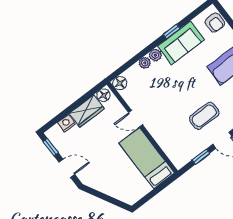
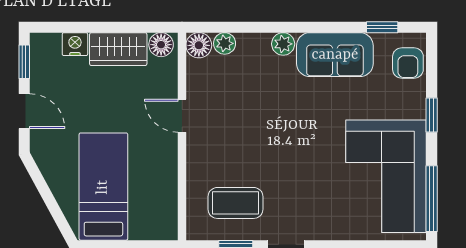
window: (172, 31) -> (382, 27), moved
plant: (145, 63) -> (225, 43), moved
coffee table: (204, 116) -> (235, 203), moved
bed: (147, 158) -> (103, 187), moved

